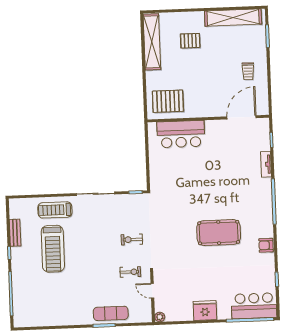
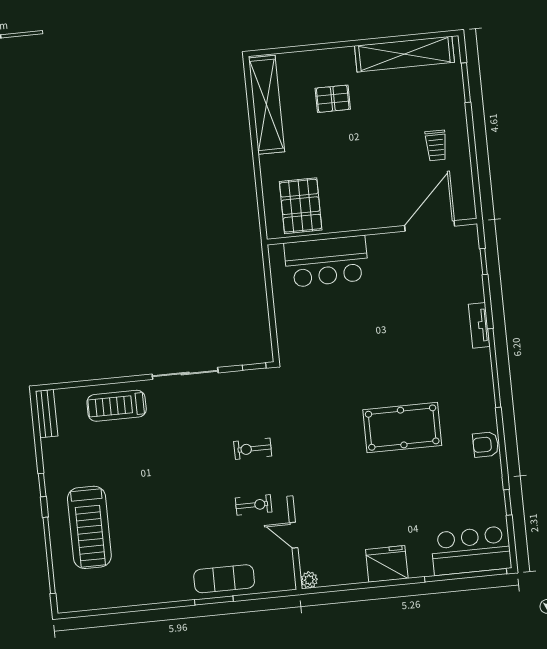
pallet: (168, 101) -> (301, 206), turned 90
tv unit: (266, 164) -> (479, 325), moved
bench: (15, 233) -> (47, 414), moved
treadmill: (53, 249) -> (89, 527), moved

